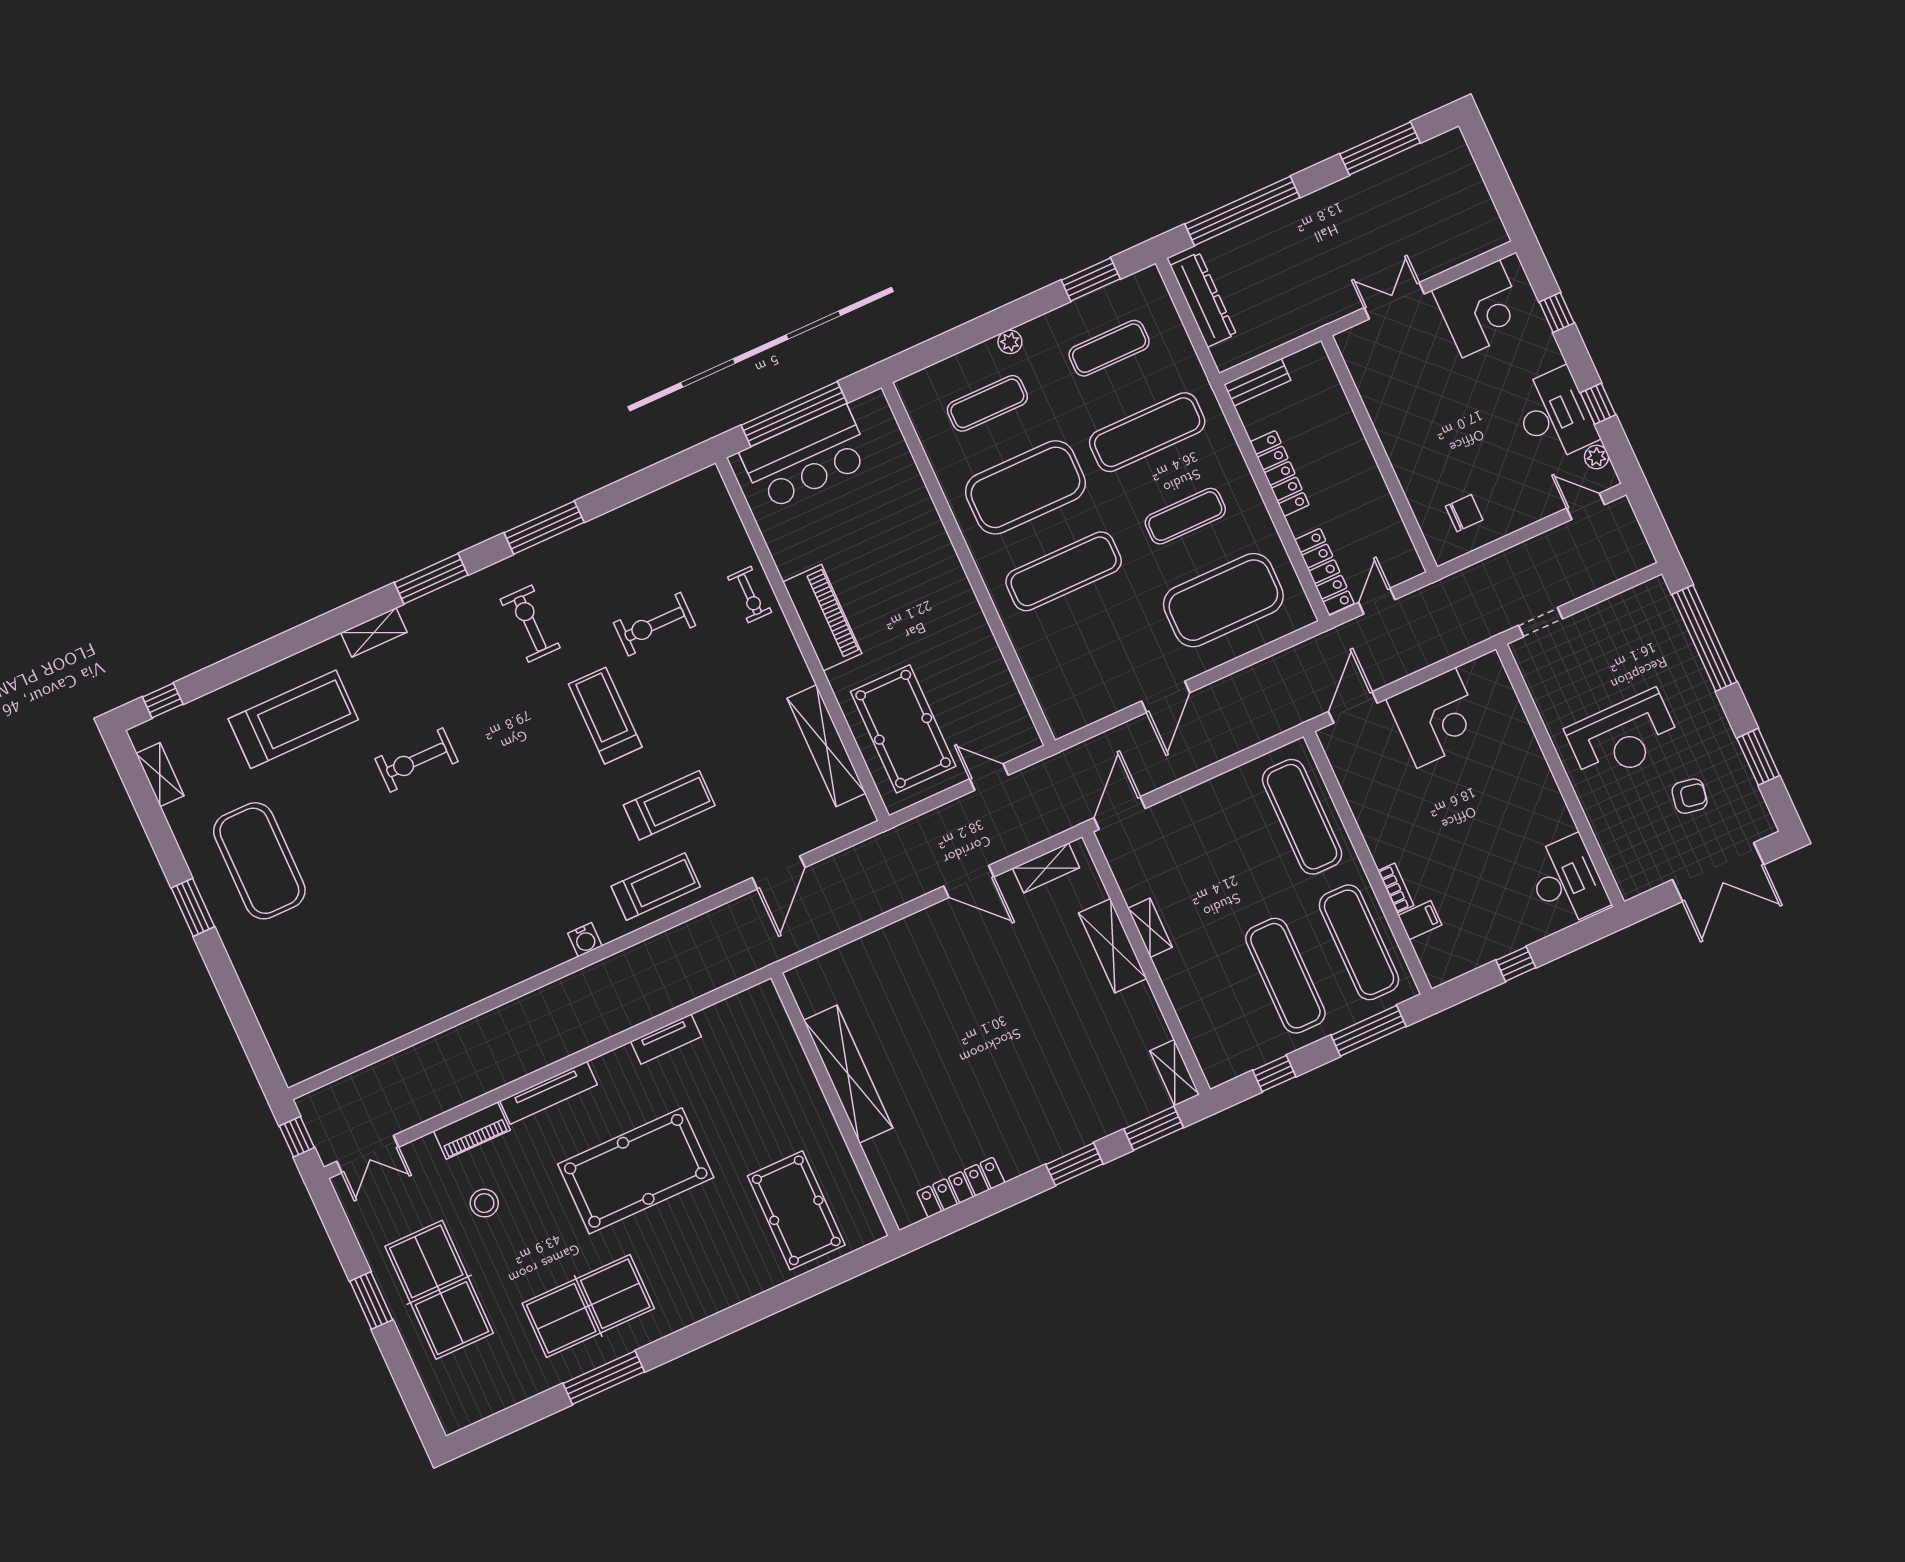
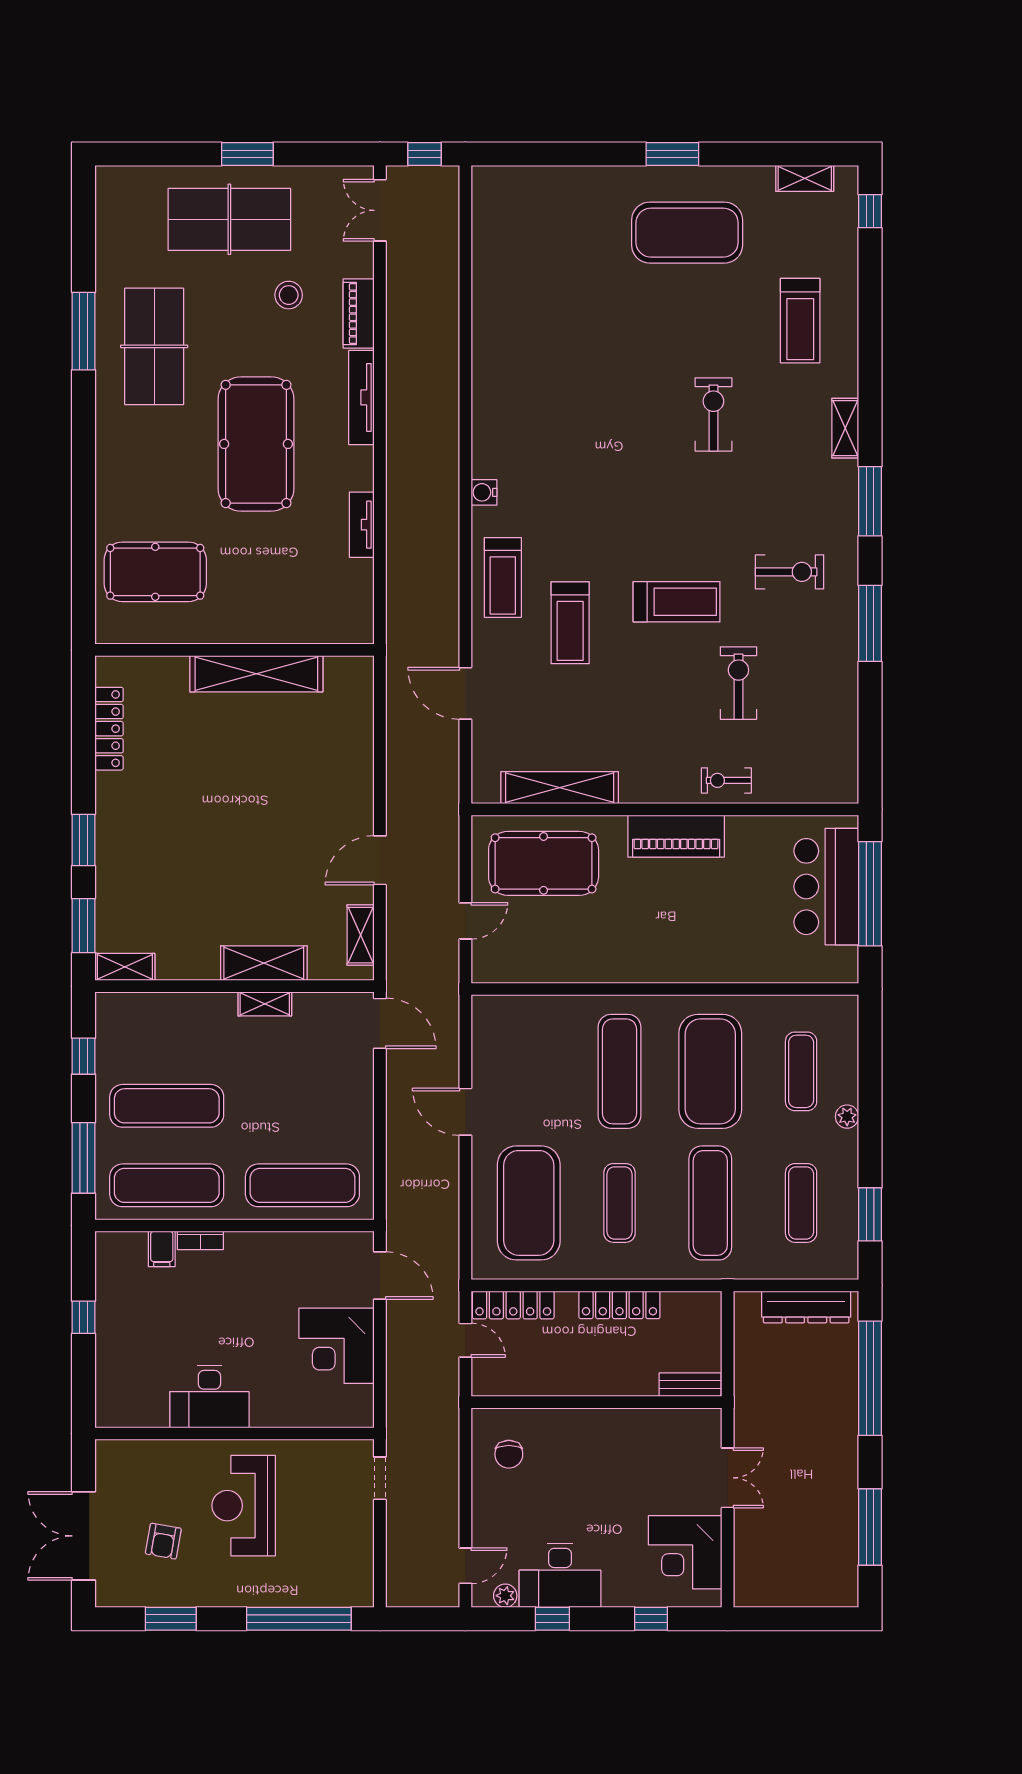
bench: (1257, 382) -> (690, 1385), moved, turned 90
treadmill: (293, 719) -> (800, 321), width x0.73, depth x0.73
desk: (1567, 881) -> (209, 1397), moved

